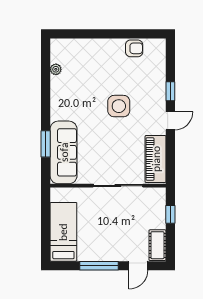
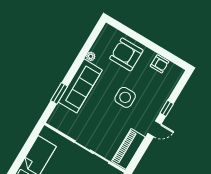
armchair: (93, 59) -> (126, 54), added
plant: (56, 69) -> (91, 56), moved
sofa: (64, 152) -> (80, 86), moved

